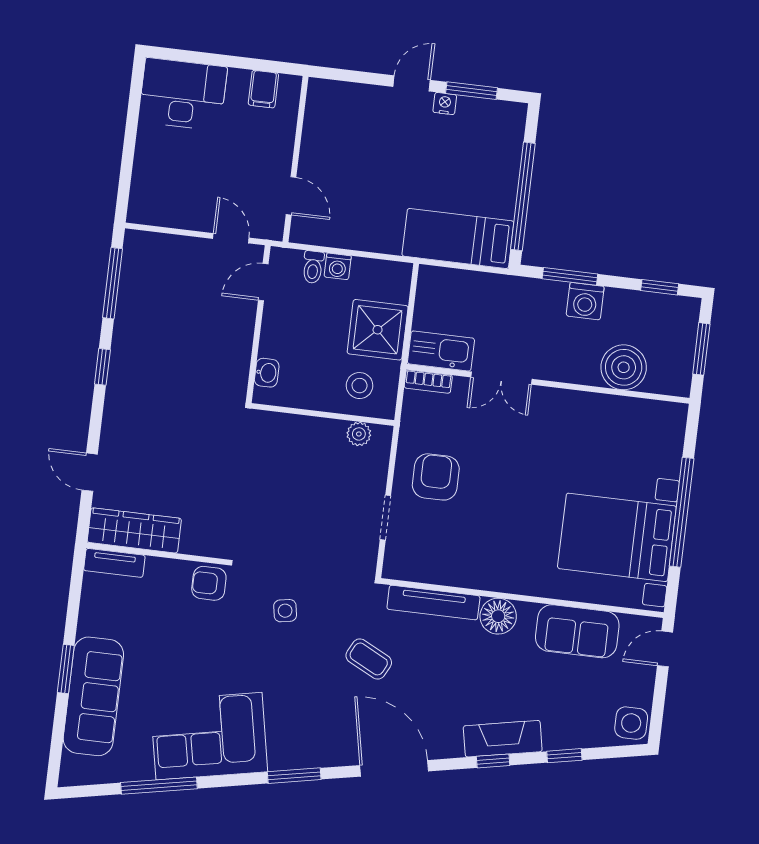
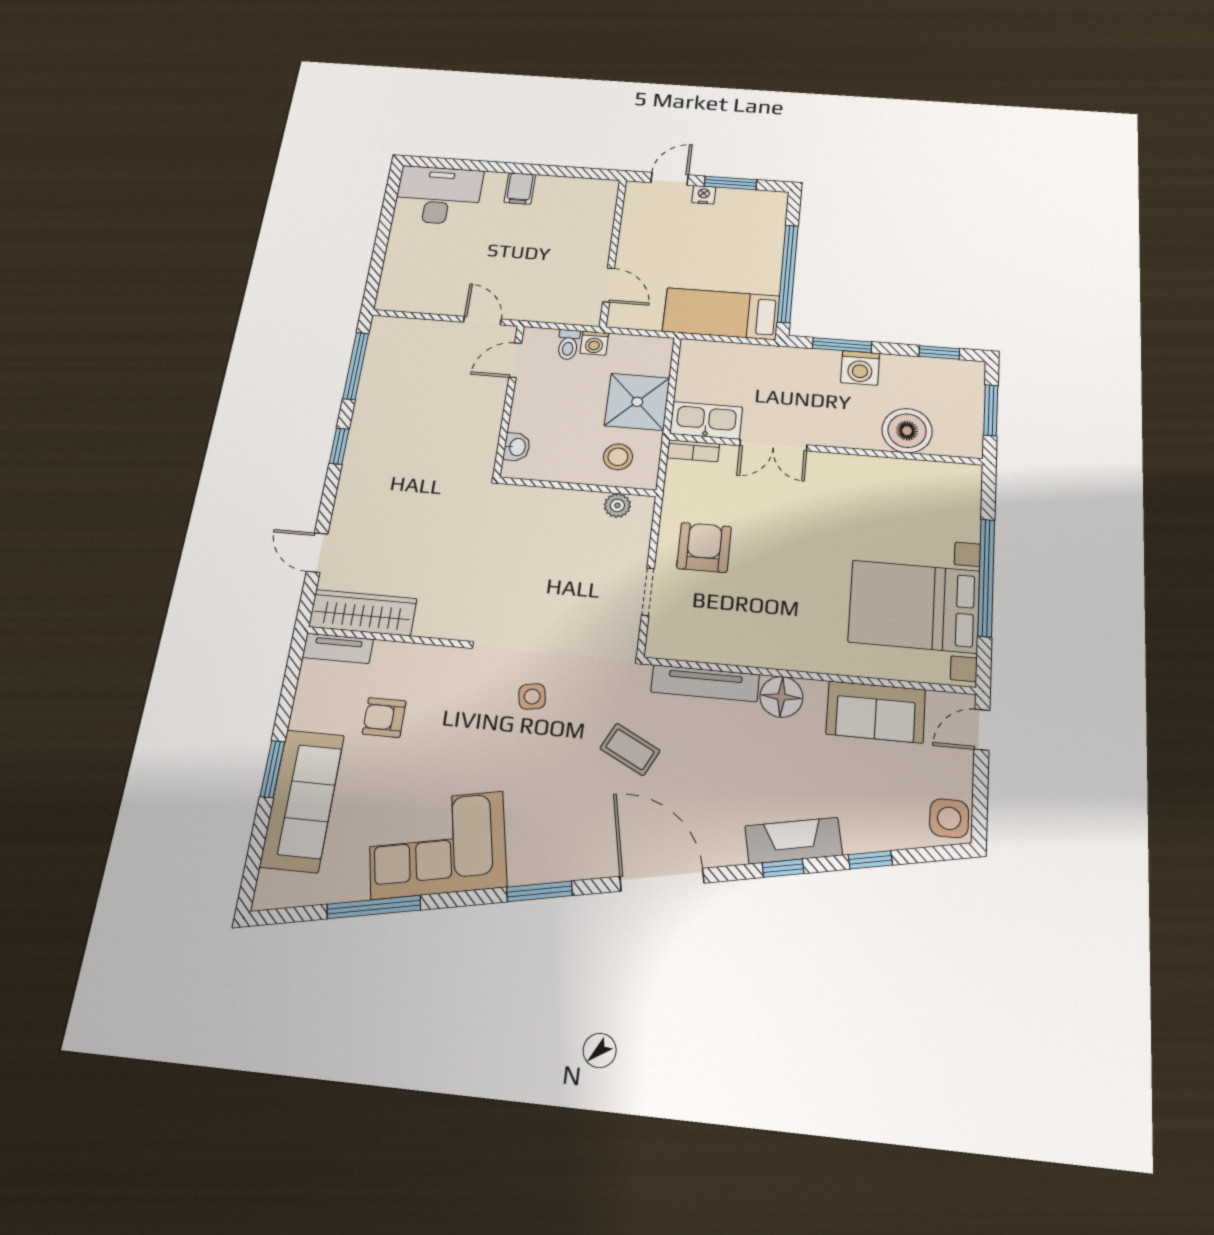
wall: (296, 159) -> (613, 252), moved
door: (291, 196) -> (608, 285), moved
armchair: (209, 583) -> (384, 717), moved

